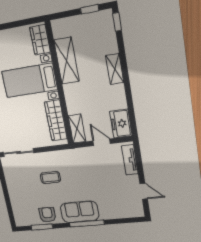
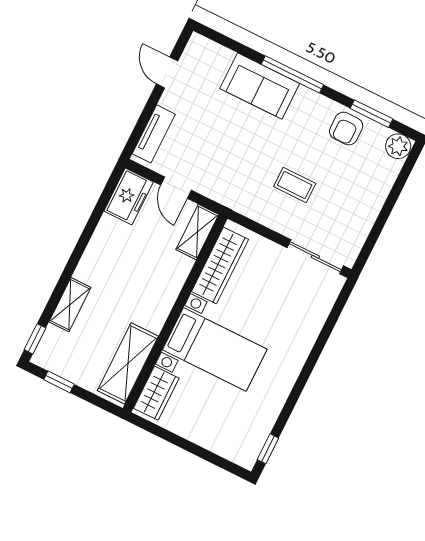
shelving: (67, 61) -> (128, 363), moved
shelving: (115, 69) -> (70, 305), moved
sofa: (80, 212) -> (260, 86), moved
plant: (21, 220) -> (398, 146), added

